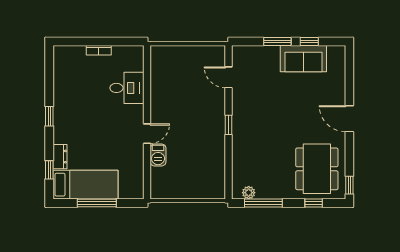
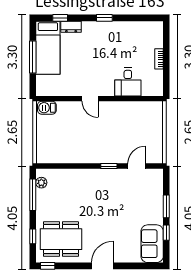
sofa: (303, 59) -> (152, 244), moved
window: (229, 125) -> (109, 166), moved
barbecue: (158, 155) -> (47, 108), moved

